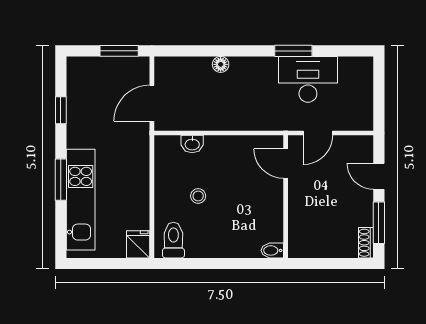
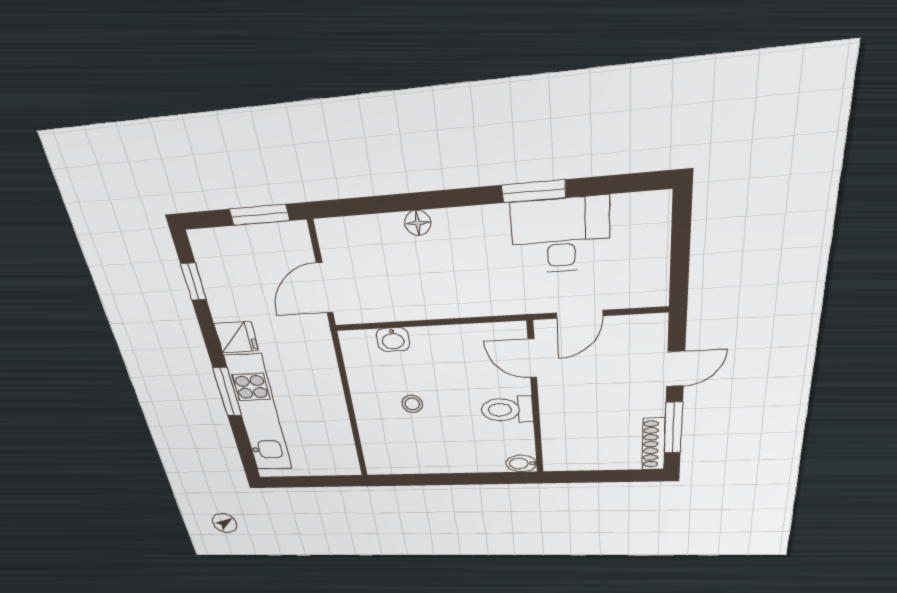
window: (61, 110) -> (194, 282), moved
door: (379, 176) -> (676, 369), swing flipped
toilet: (173, 240) -> (507, 410), moved, turned -90
shoe rack: (366, 243) -> (654, 444), width x1.43
fridge: (138, 244) -> (236, 337), moved, turned 90

